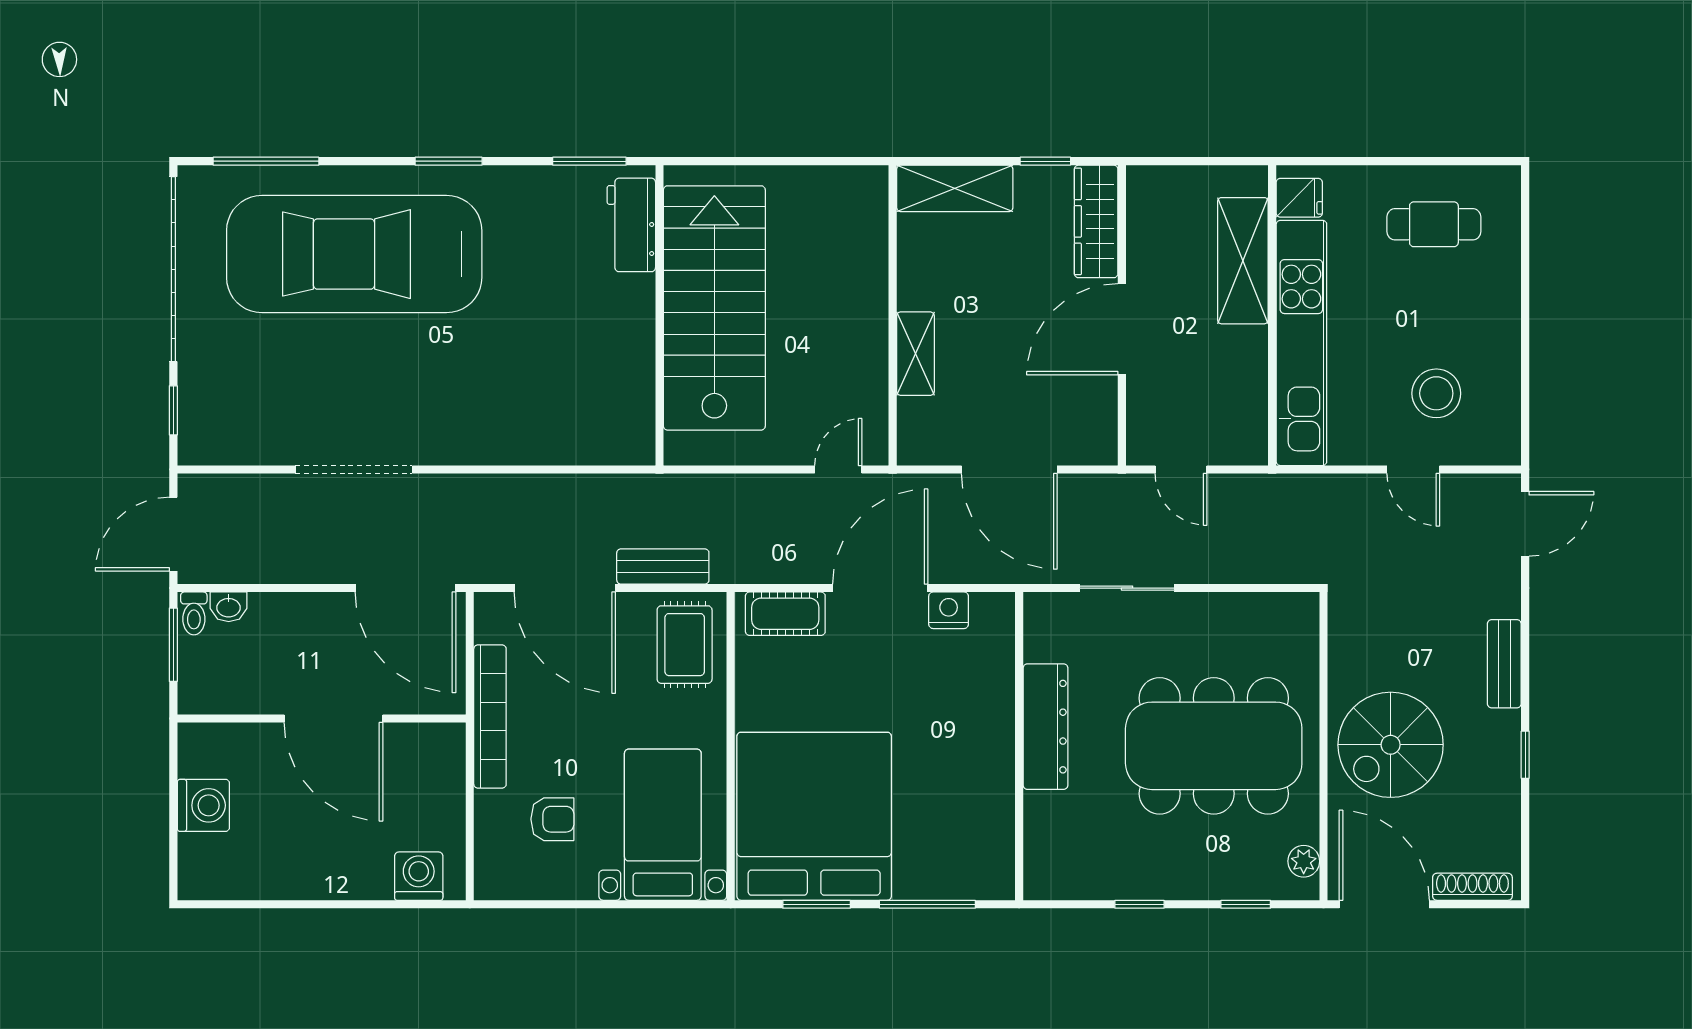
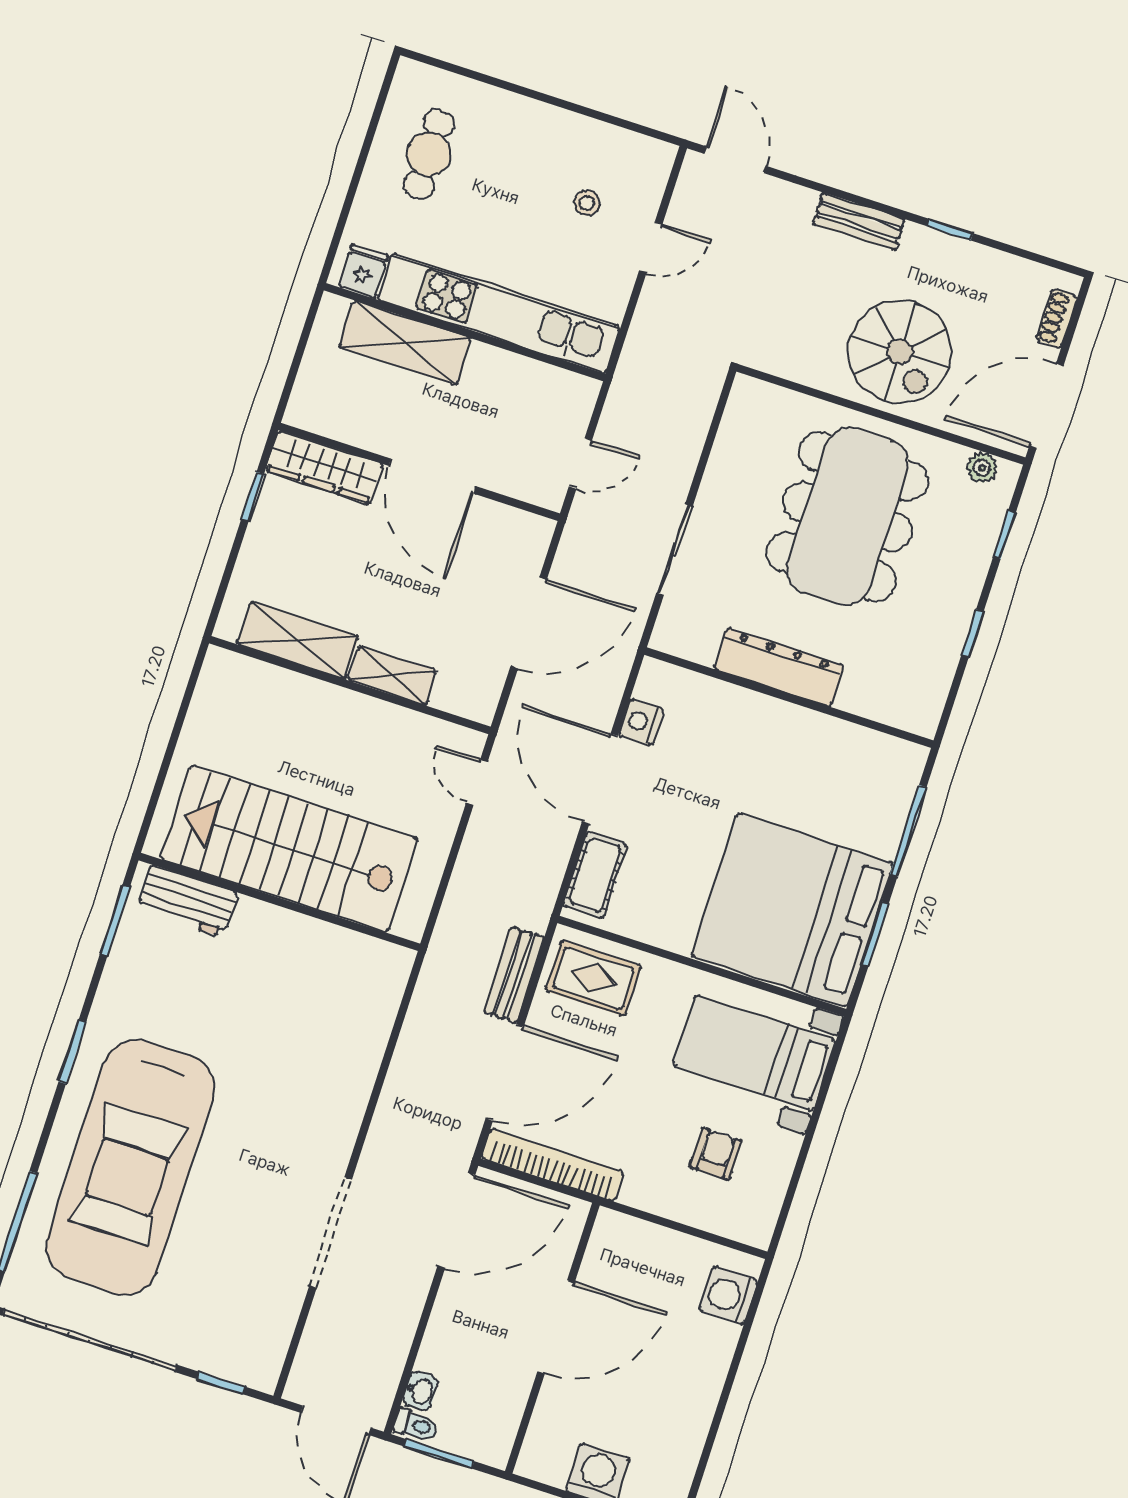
shelving: (955, 188) -> (298, 640), moved, turned 90
stool: (1436, 393) -> (587, 203), width x0.53, depth x0.53
bookcase: (490, 717) -> (552, 1165), moved
shoe rack: (1472, 887) -> (1057, 318), width x0.70

